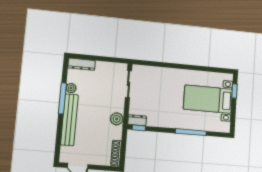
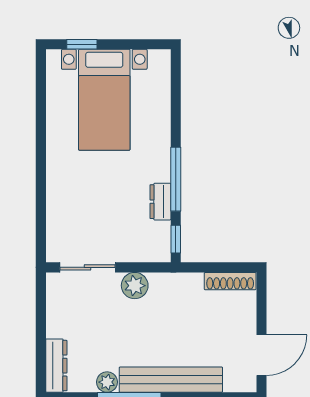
plant: (117, 119) -> (135, 286), moved
dresser: (137, 120) -> (160, 202), moved
window: (191, 132) -> (176, 179), moved

